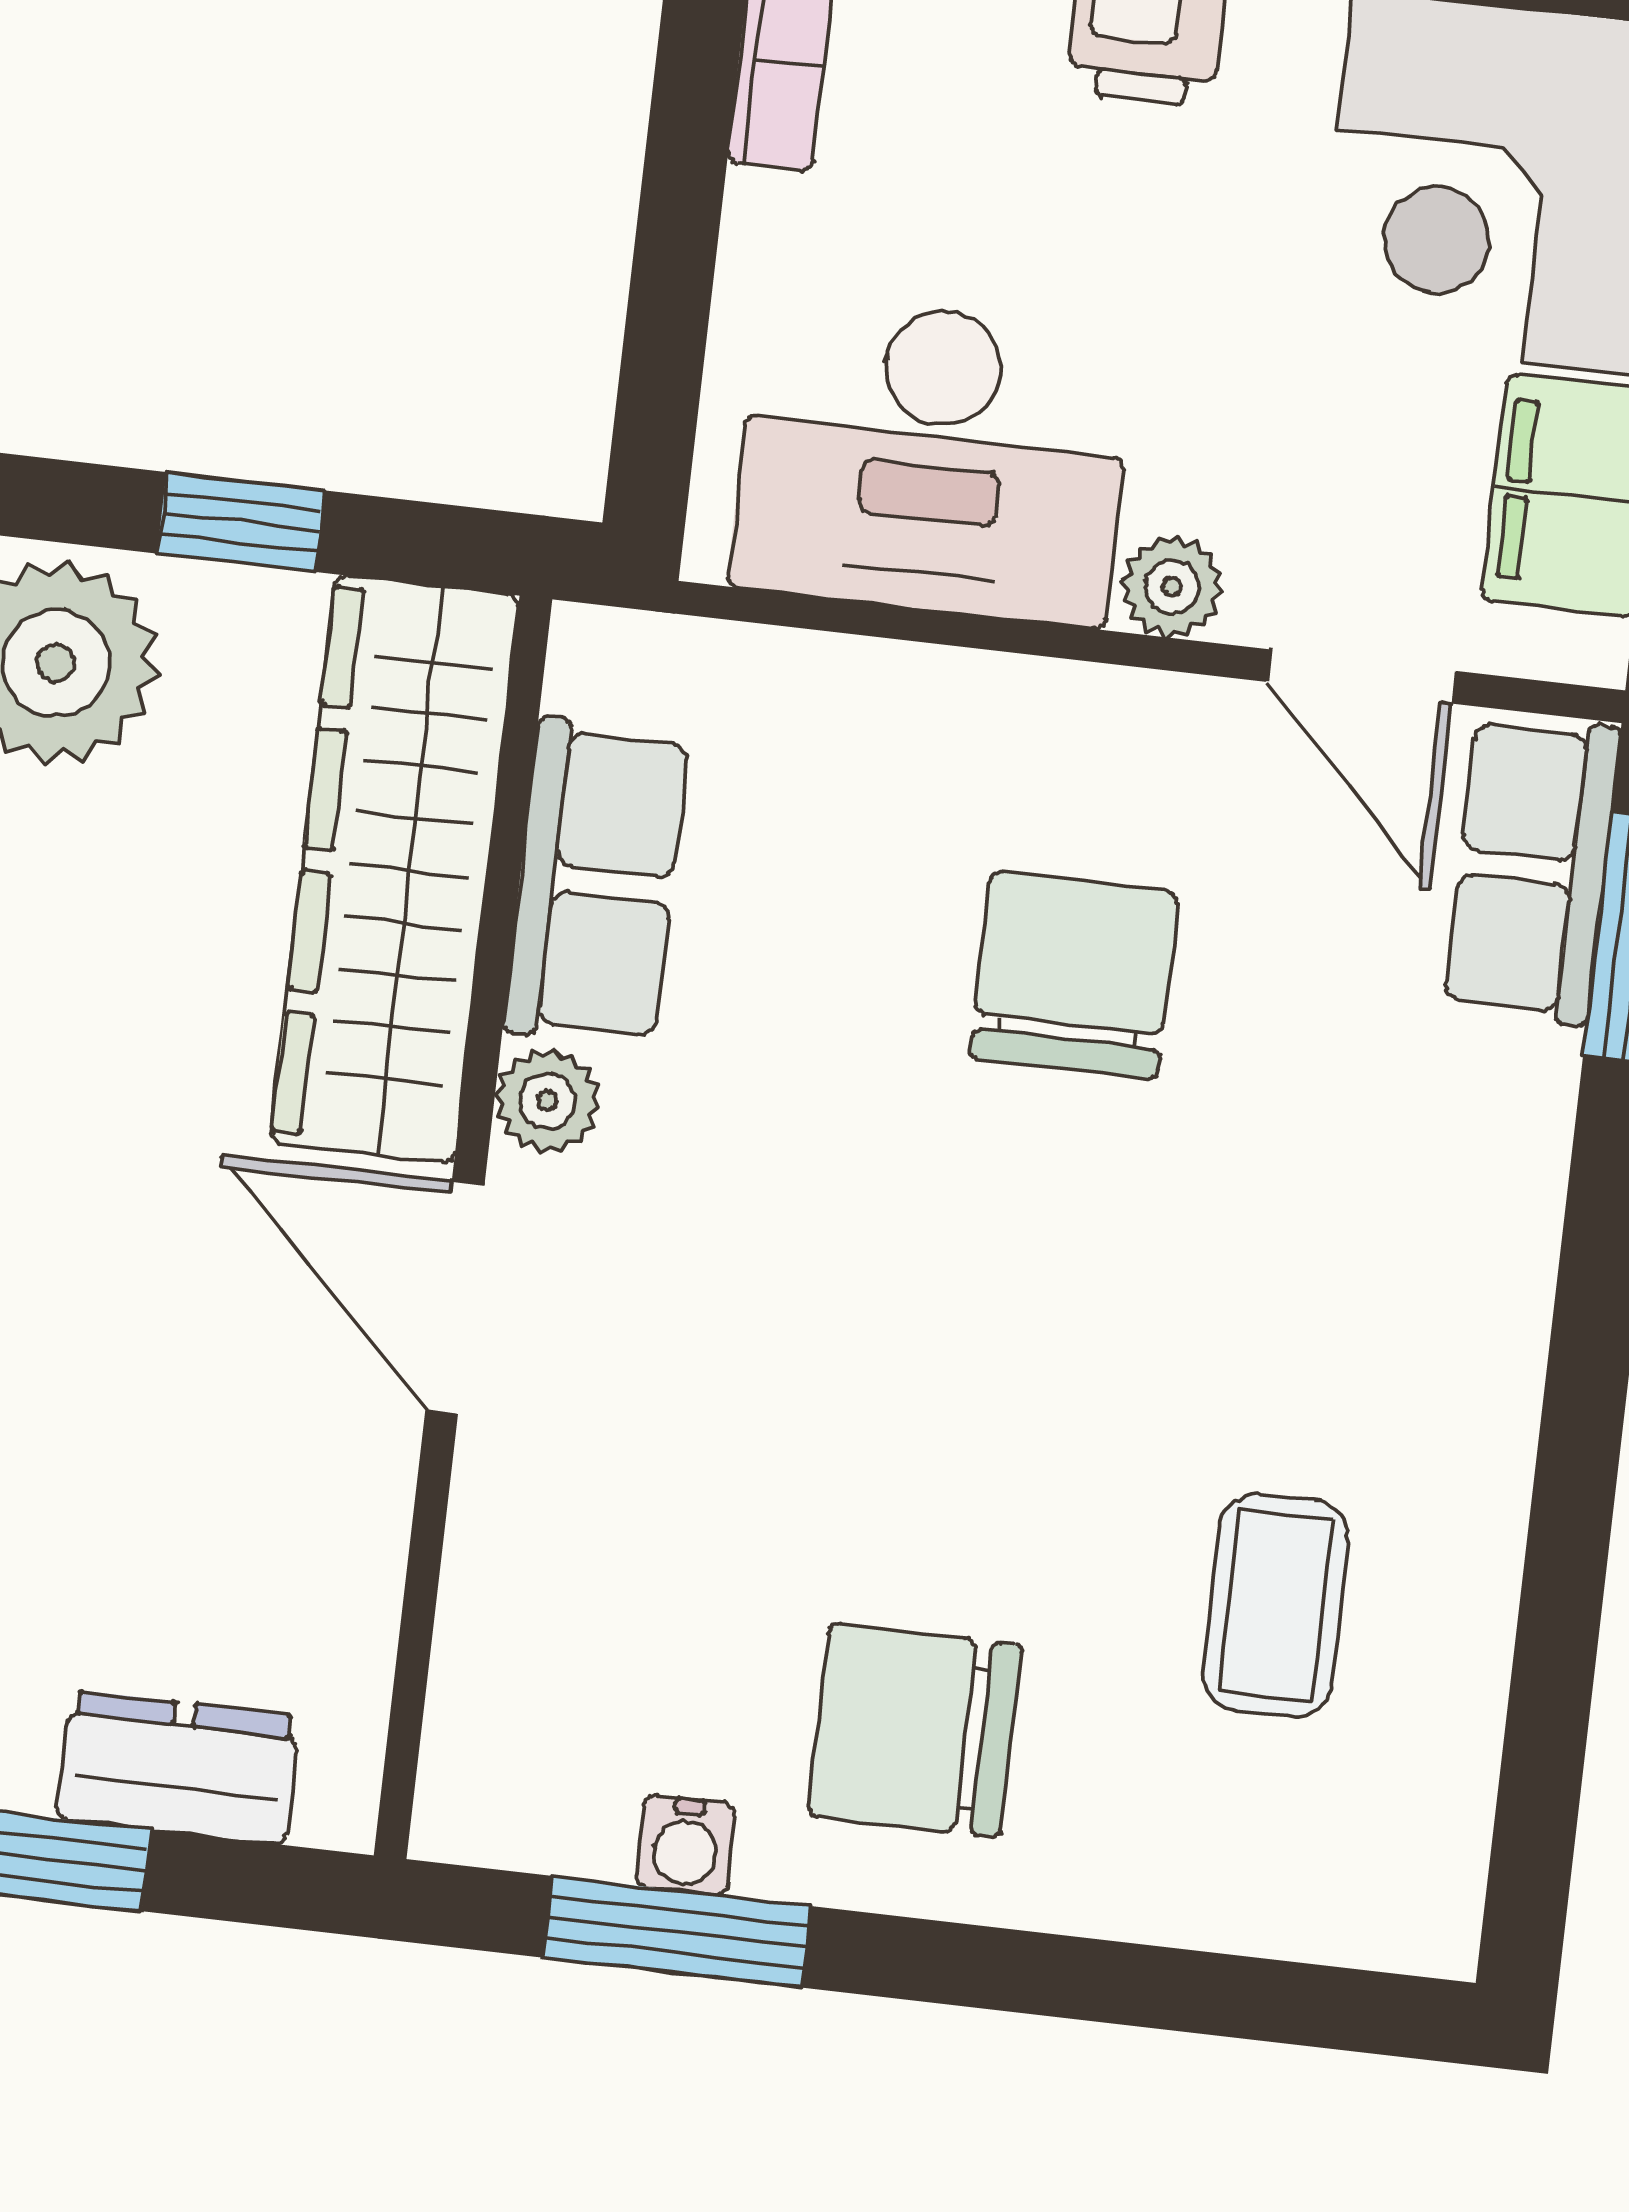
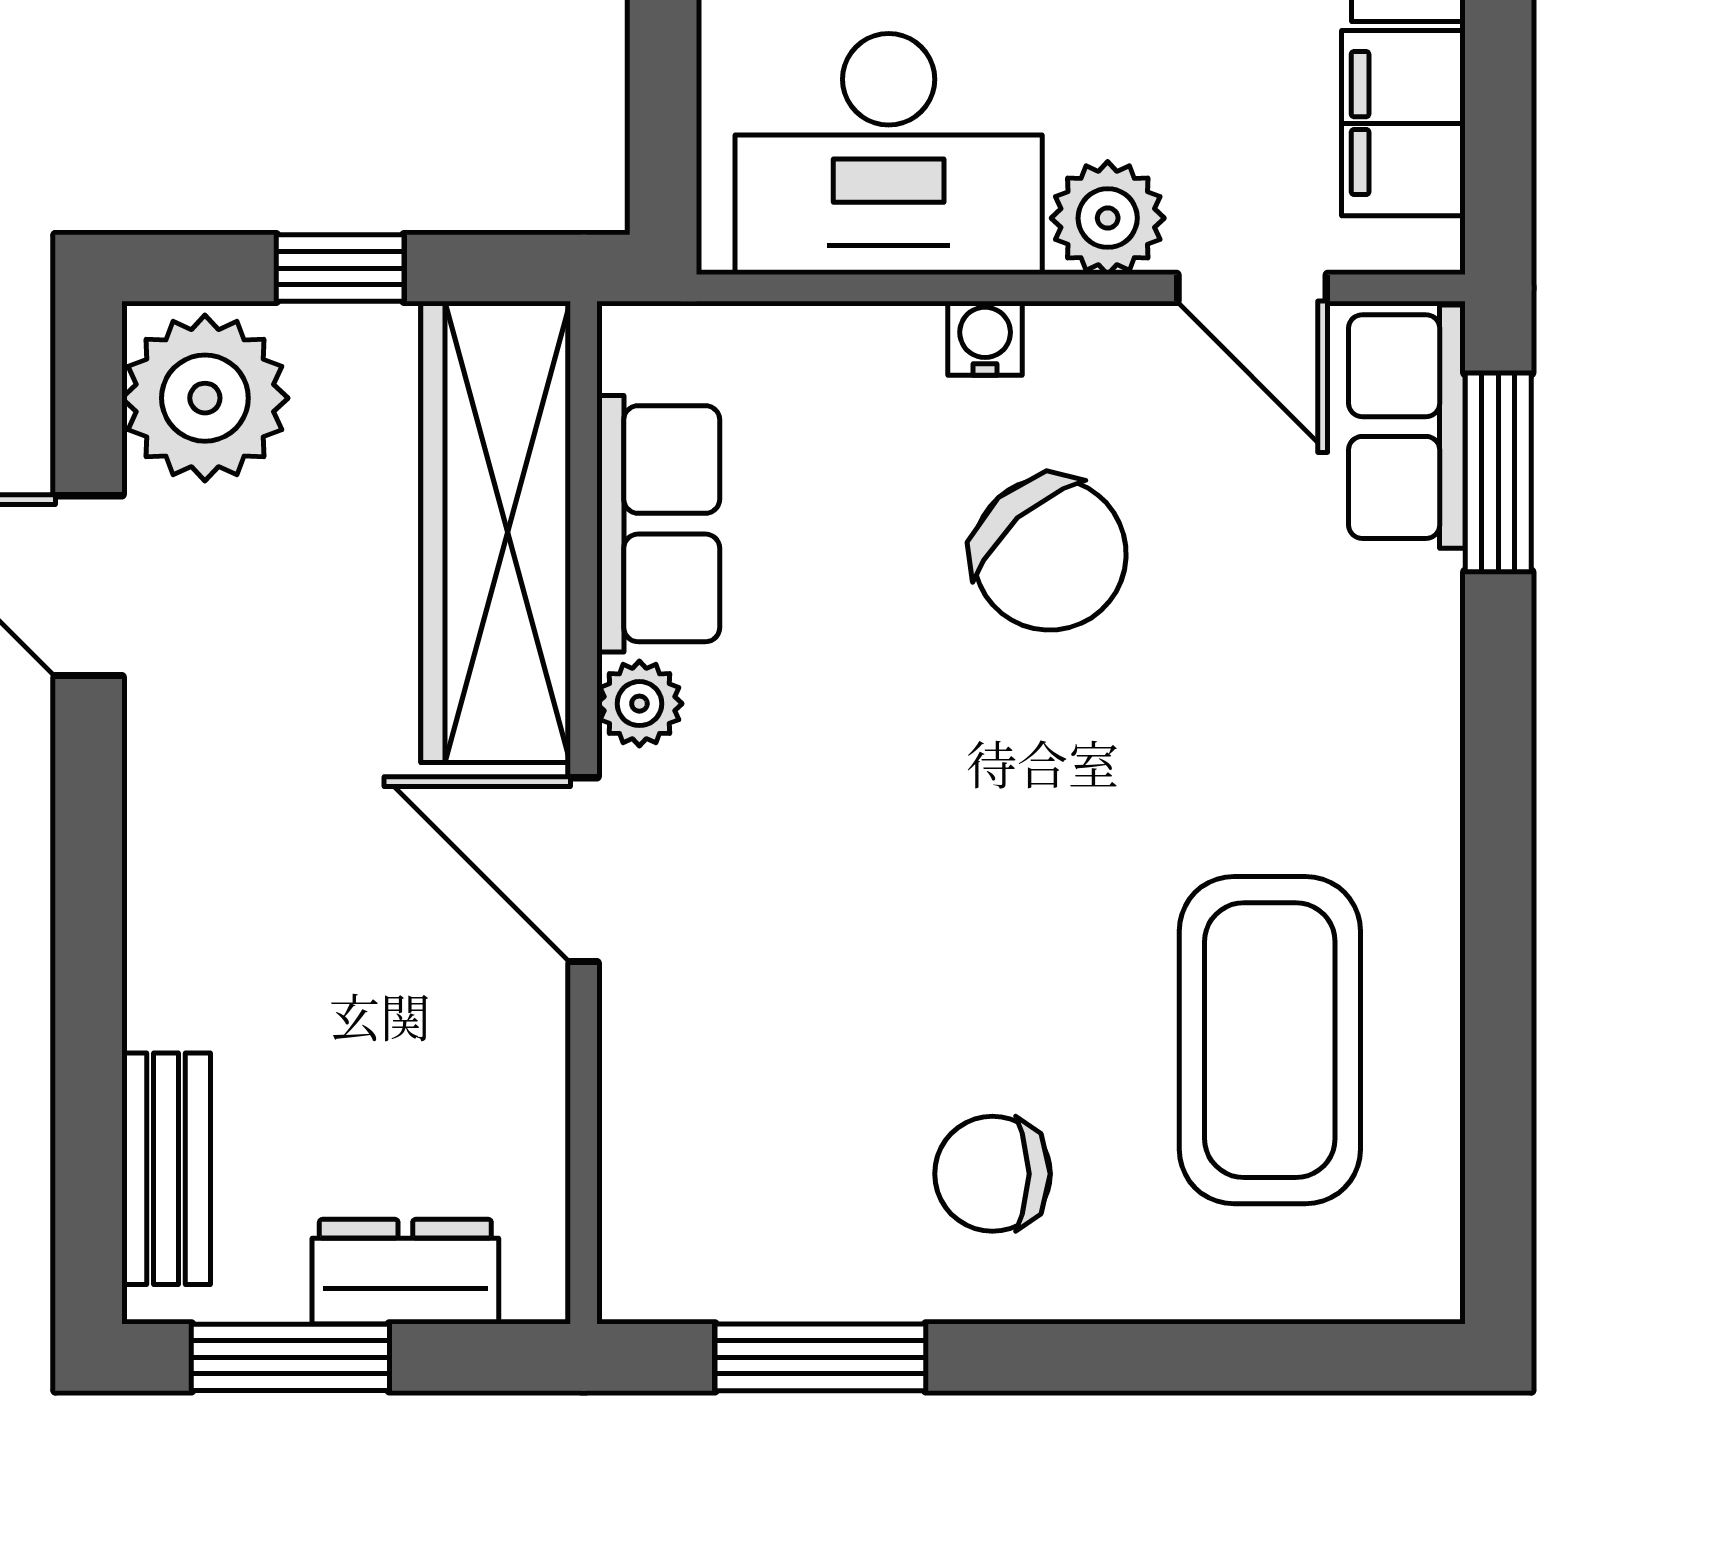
plant: (1172, 587) -> (1108, 218), width x1.38, depth x1.38
chair: (1074, 975) -> (1050, 554), turned 138
coffee table: (1276, 1605) -> (1270, 1040), width x1.86, depth x1.72
chair: (915, 1730) -> (992, 1174), width x0.73, depth x0.73
water cooler: (686, 1845) -> (985, 338), moved, turned 180

